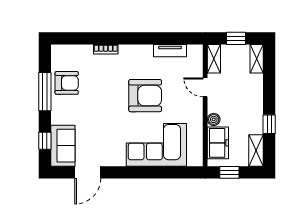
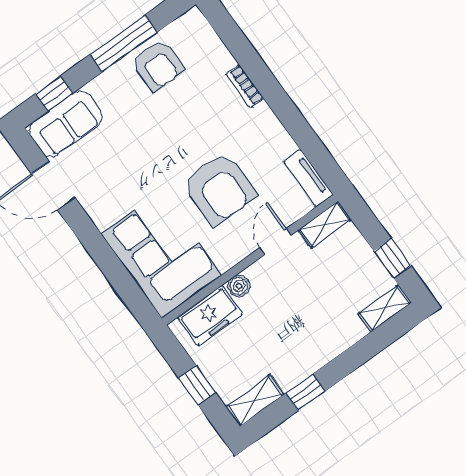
shelving: (214, 59) -> (325, 225), moved
door: (205, 87) -> (275, 242), moved
wall: (205, 105) -> (250, 260), moved
boiler: (214, 119) -> (239, 286), moved
freezer: (218, 143) -> (210, 316), moved

